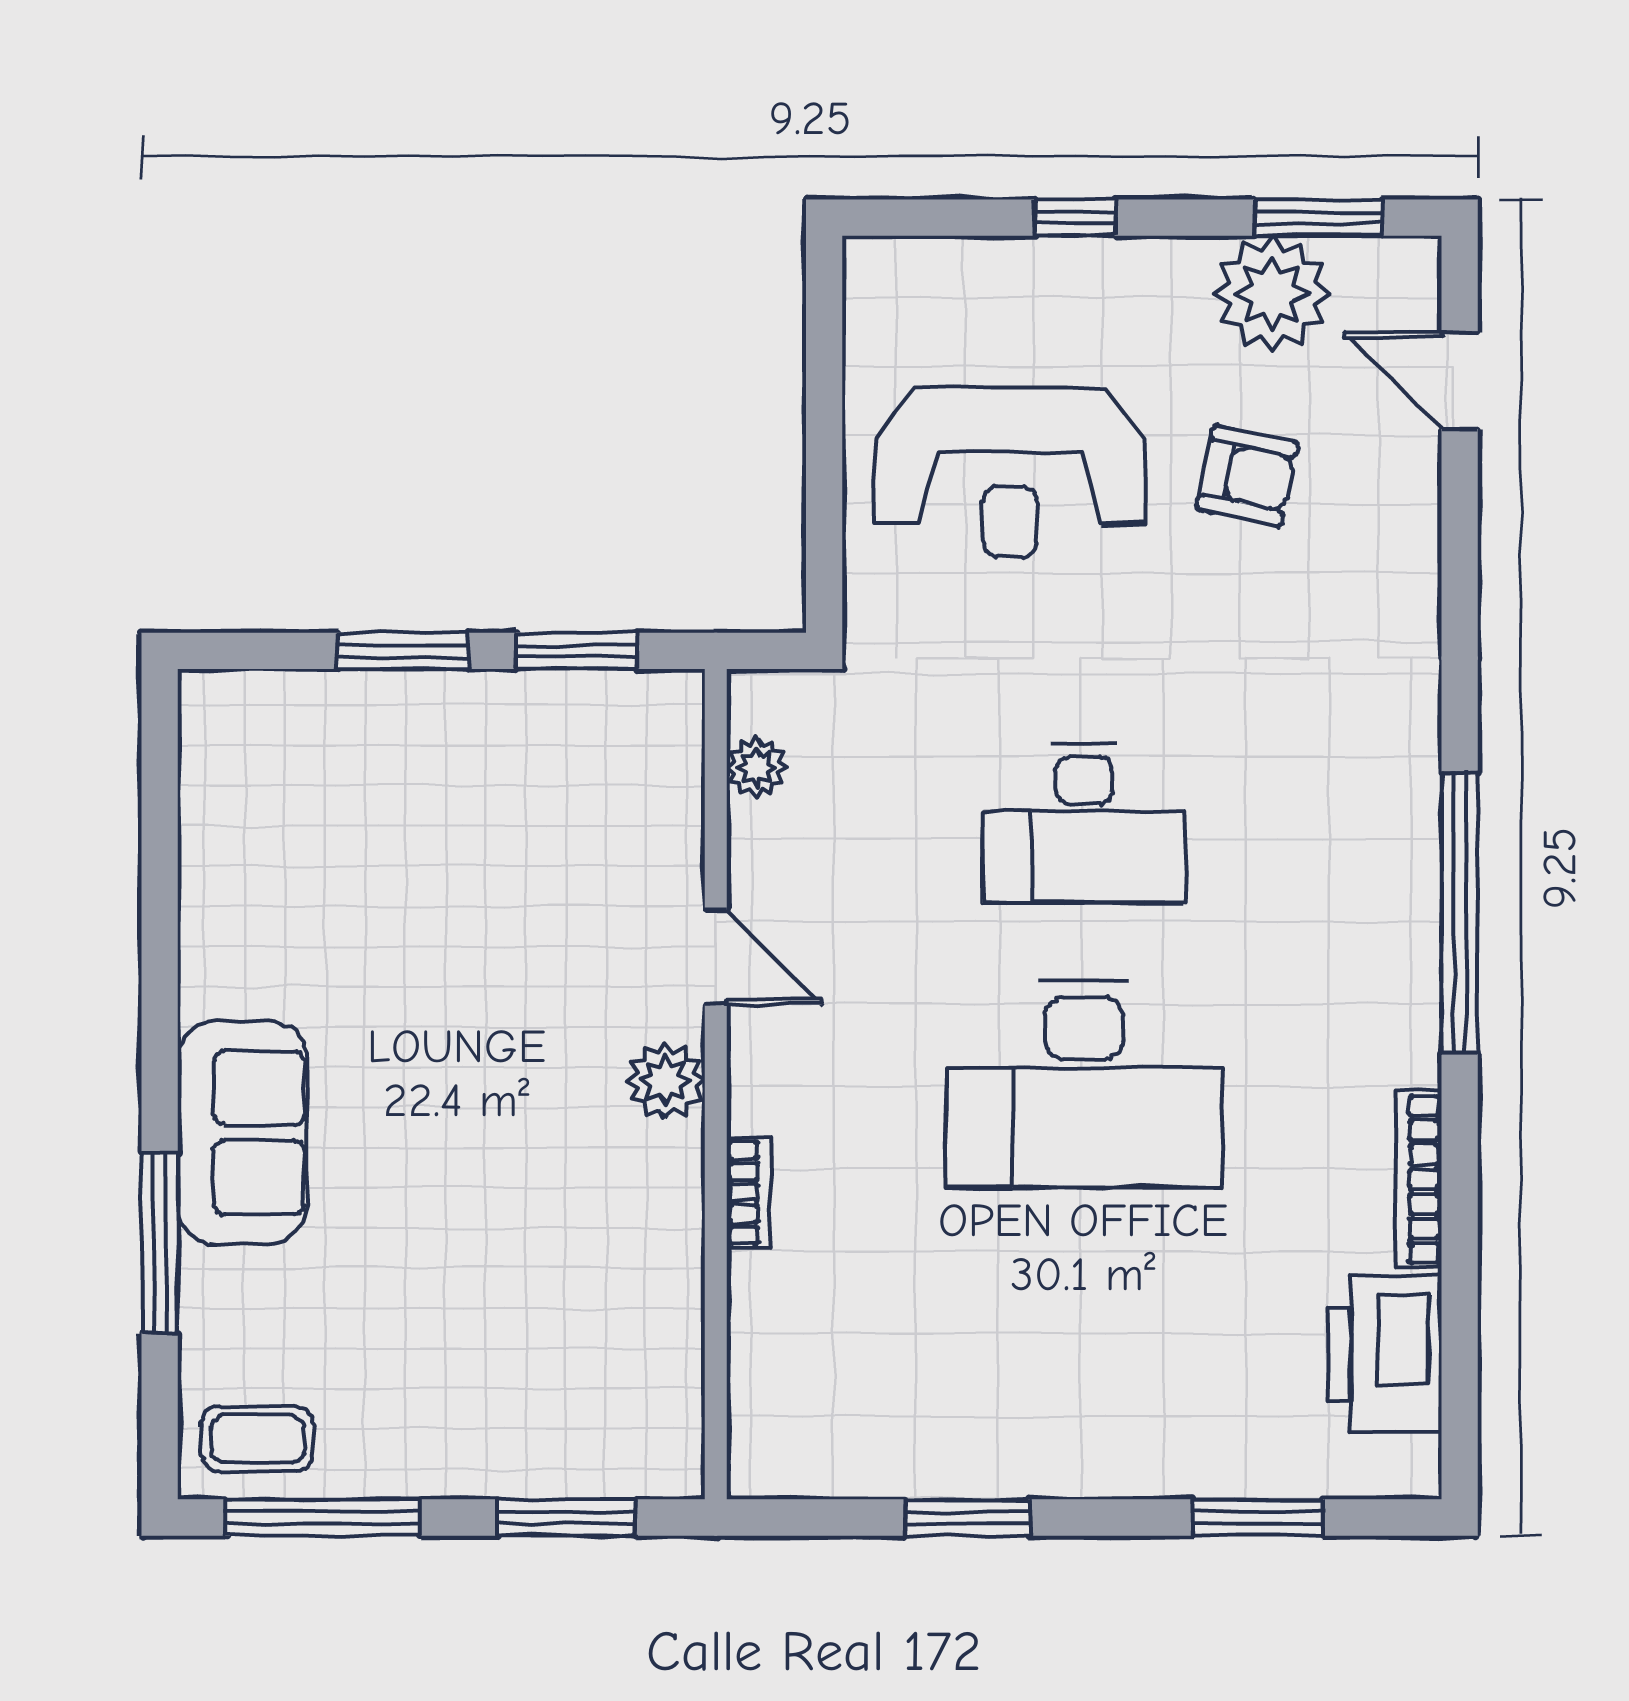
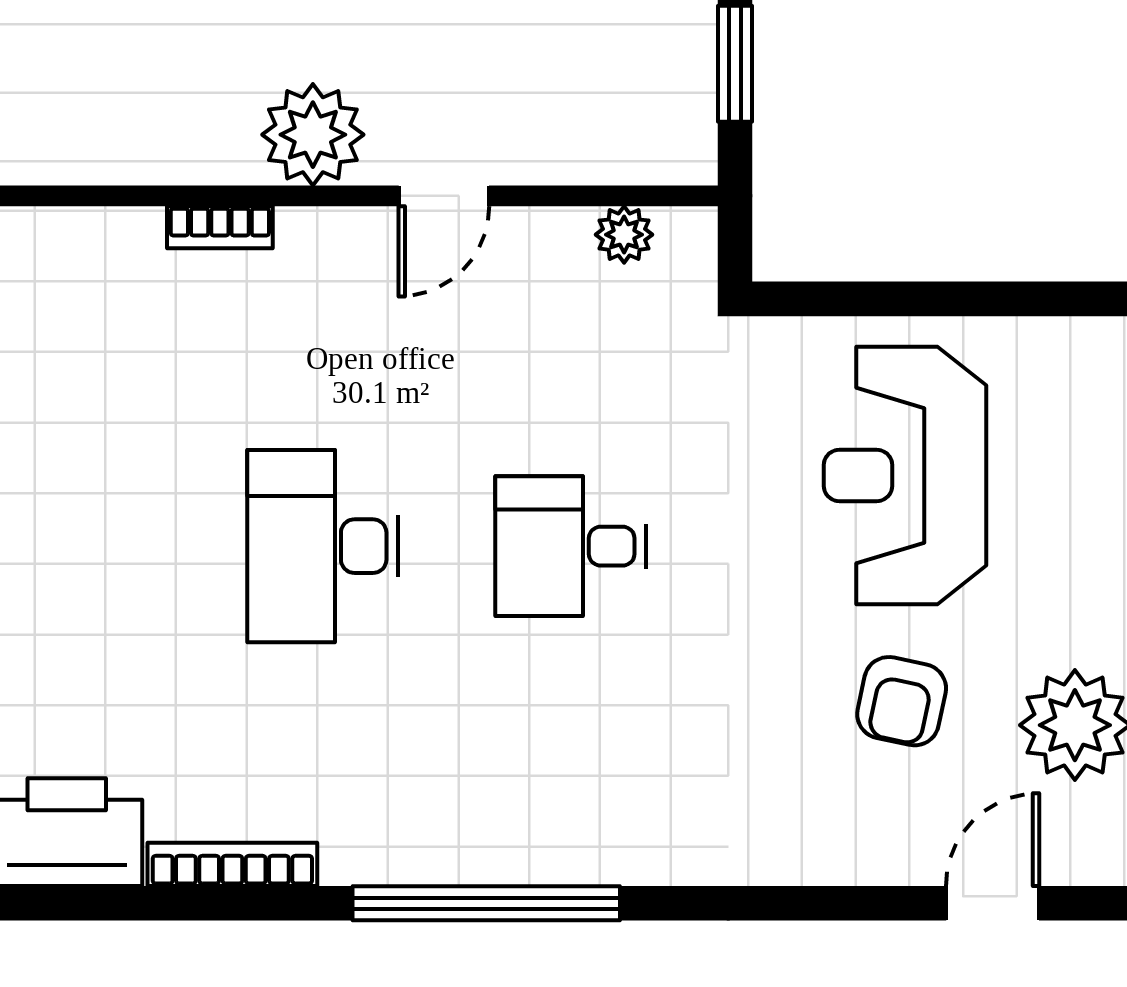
desk: (1084, 824) -> (571, 546), width x0.73
plant: (666, 1081) -> (313, 135), width x1.36, depth x1.36
desk: (1084, 1084) -> (323, 546), width x0.73, depth x0.77

